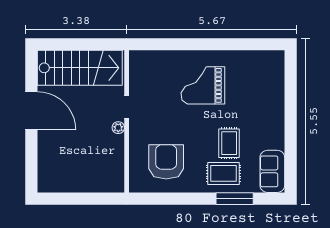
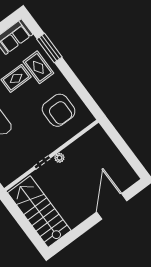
door: (31, 111) -> (112, 206), moved
armchair: (166, 162) -> (59, 110), turned -90

